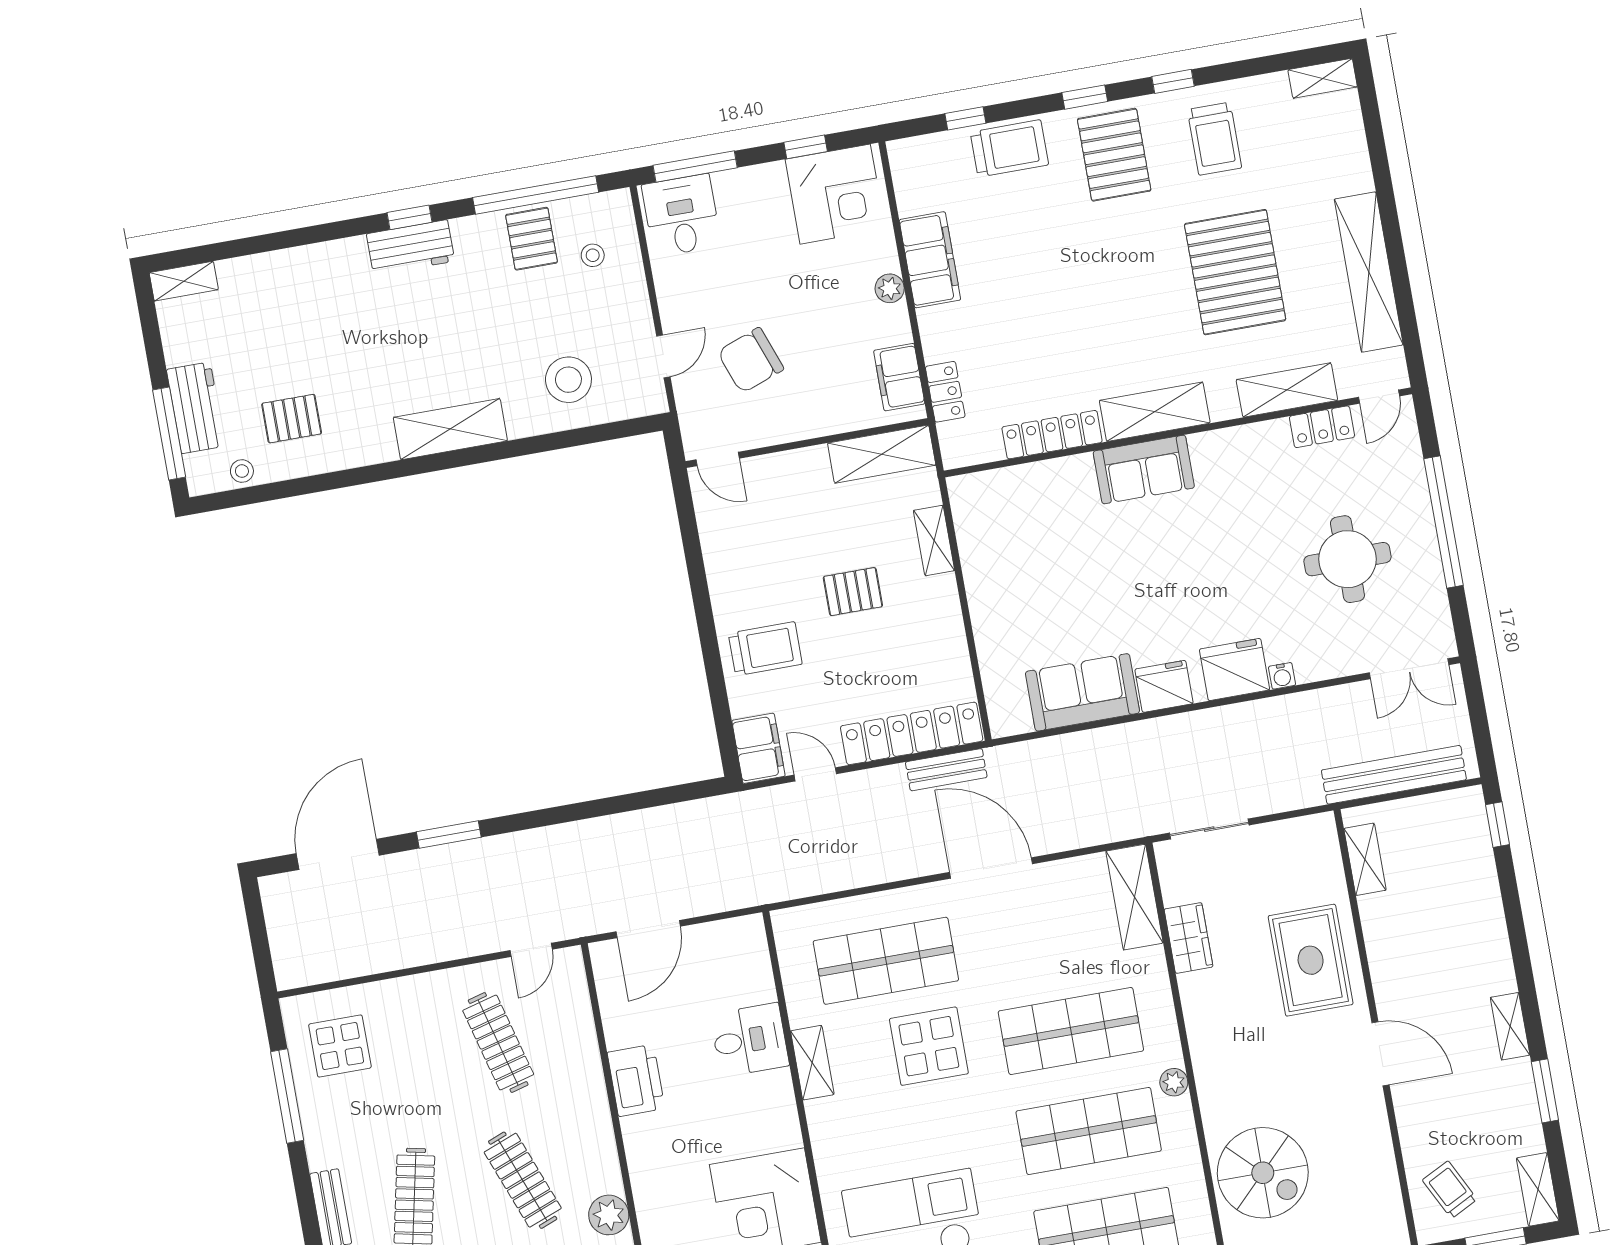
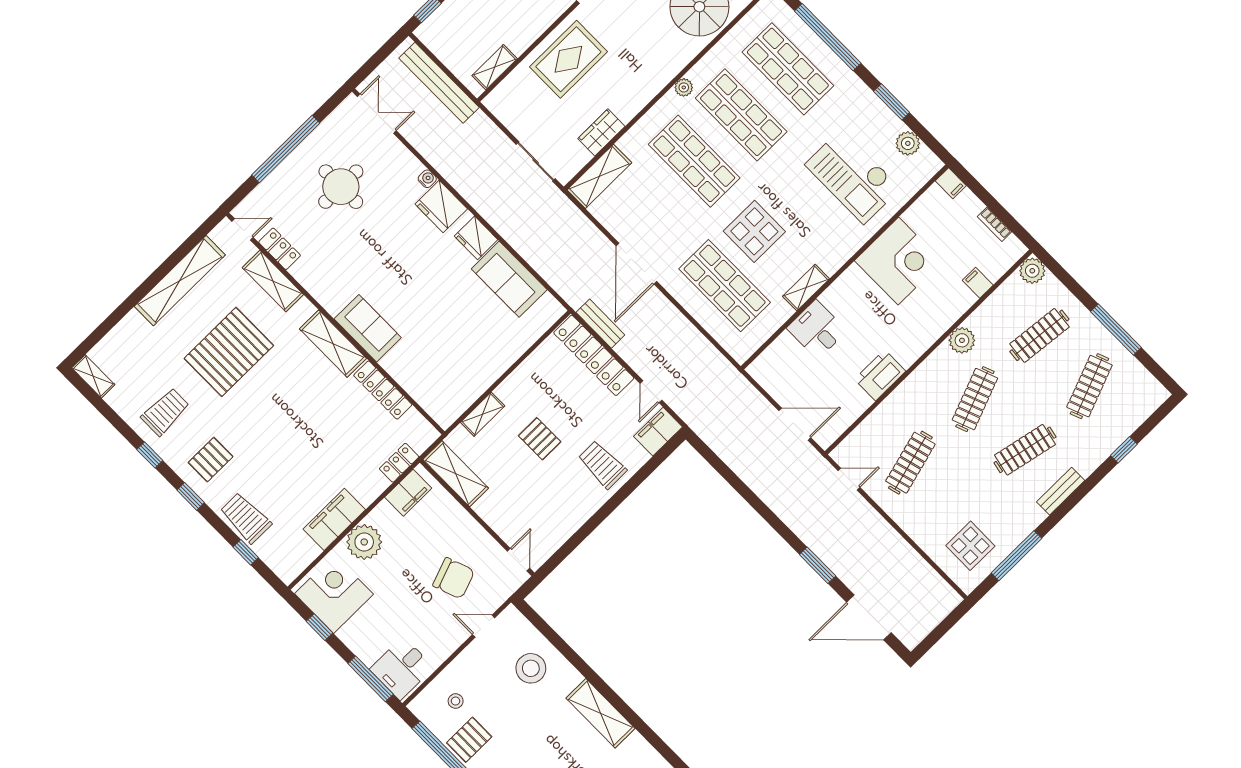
pallet: (1114, 155) -> (211, 460), width x0.67, depth x0.71
plant: (890, 288) -> (364, 542), width x1.88, depth x1.88

